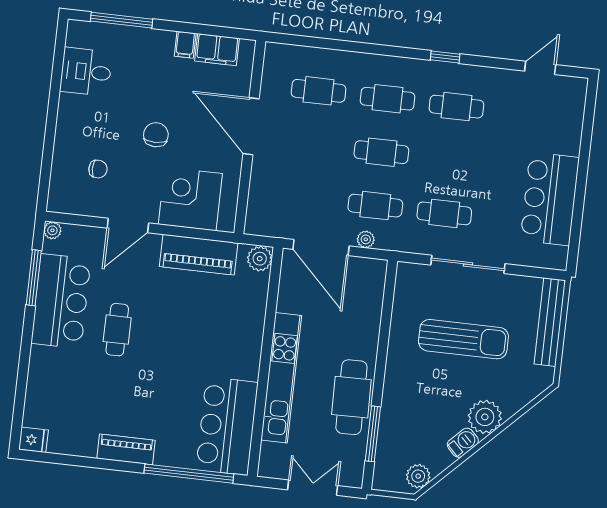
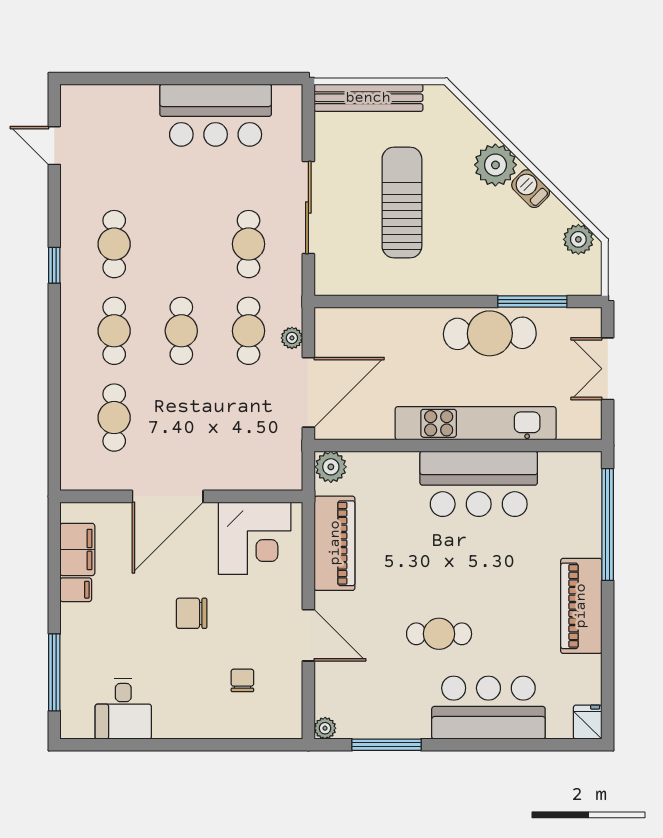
corner desk: (190, 199) -> (255, 538), moved, turned -90
bar counter: (61, 301) -> (488, 708), moved
bar counter: (227, 426) -> (479, 484), moved
piano: (126, 449) -> (581, 606), width x1.37, depth x1.33

